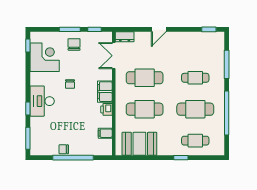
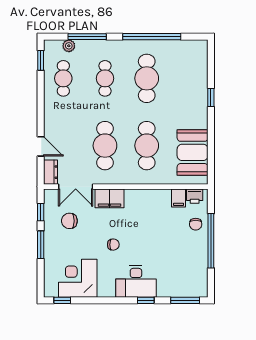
door: (159, 29) -> (41, 146), moved
chair: (74, 44) -> (69, 221), moved
plant: (220, 51) -> (69, 46), added
filing cabinet: (105, 92) -> (109, 198), moved
printer: (106, 109) -> (195, 196), moved
cafe table: (195, 141) -> (63, 78), moved
chair: (64, 149) -> (196, 224), moved

